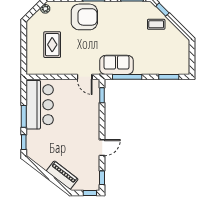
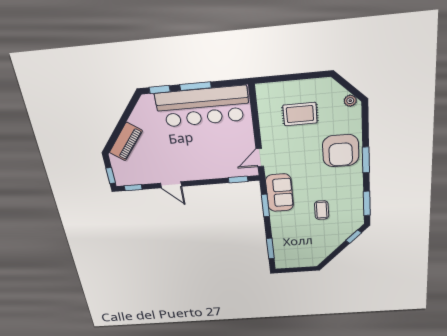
coffee table: (156, 24) -> (322, 210), moved
window: (127, 77) -> (265, 205), width x0.69
bar counter: (40, 105) -> (203, 107), width x1.36

